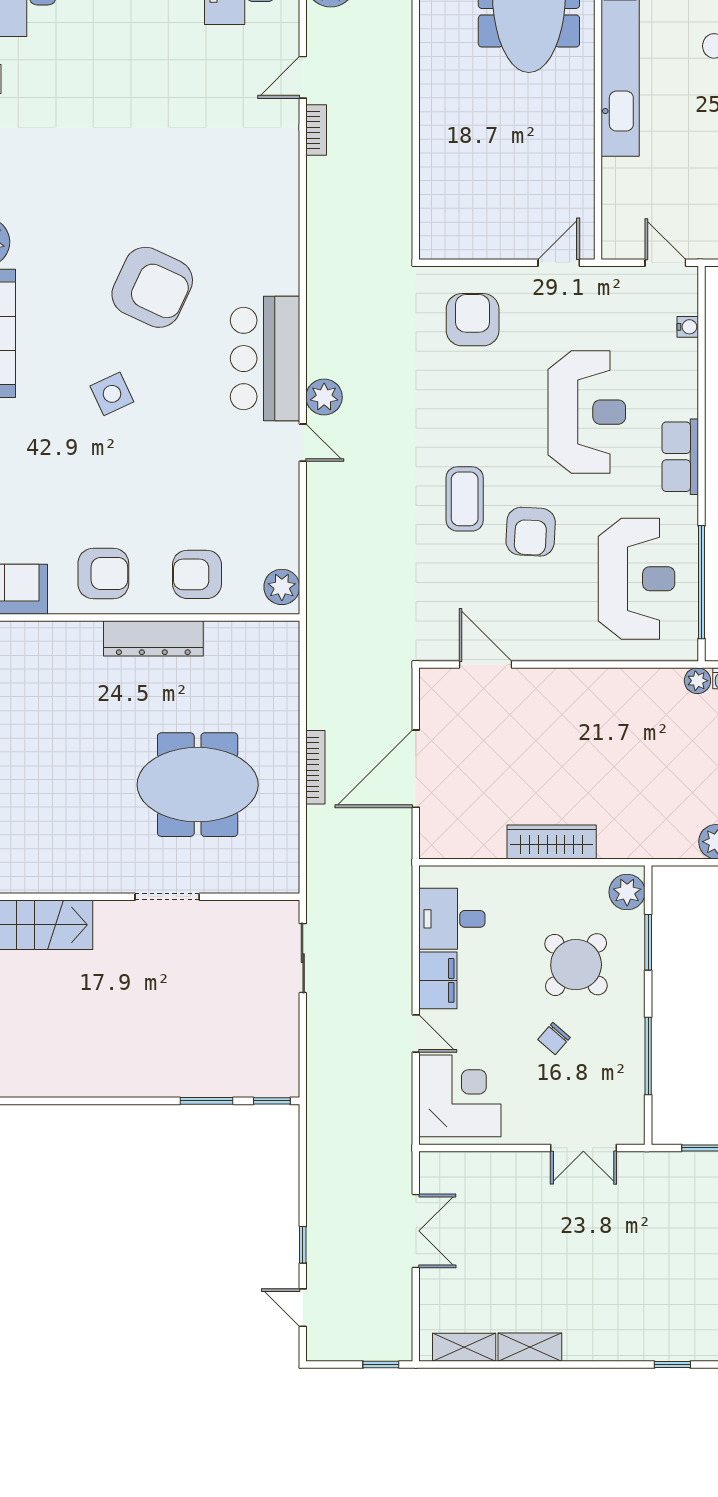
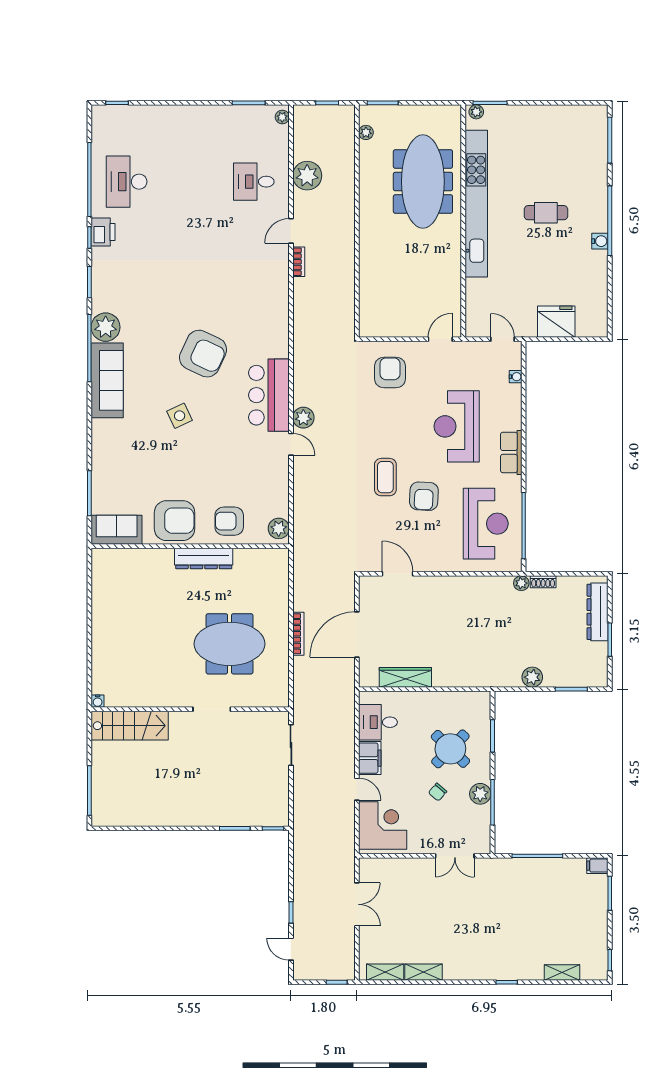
reception desk: (587, 412) -> (457, 426), turned 180
armchair: (103, 573) -> (175, 521), width x1.36, depth x1.36
wardrobe: (552, 842) -> (405, 677), moved
plant: (627, 892) -> (480, 794), moved

